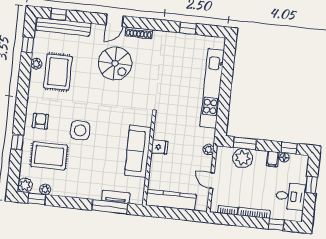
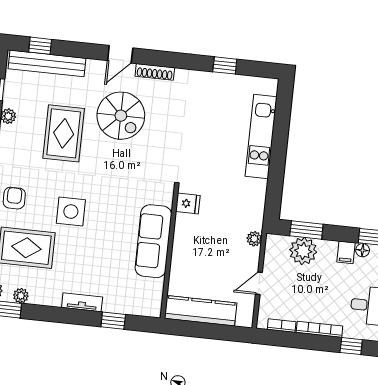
rug: (58, 72) -> (64, 133), moved
kitchen unit: (212, 88) -> (261, 137), width x0.73
fridge: (160, 147) -> (188, 204), moved
door: (212, 181) -> (259, 283), hinge flipped
tv unit: (116, 197) -> (82, 302), moved
window: (110, 207) -> (113, 321), width x0.46

